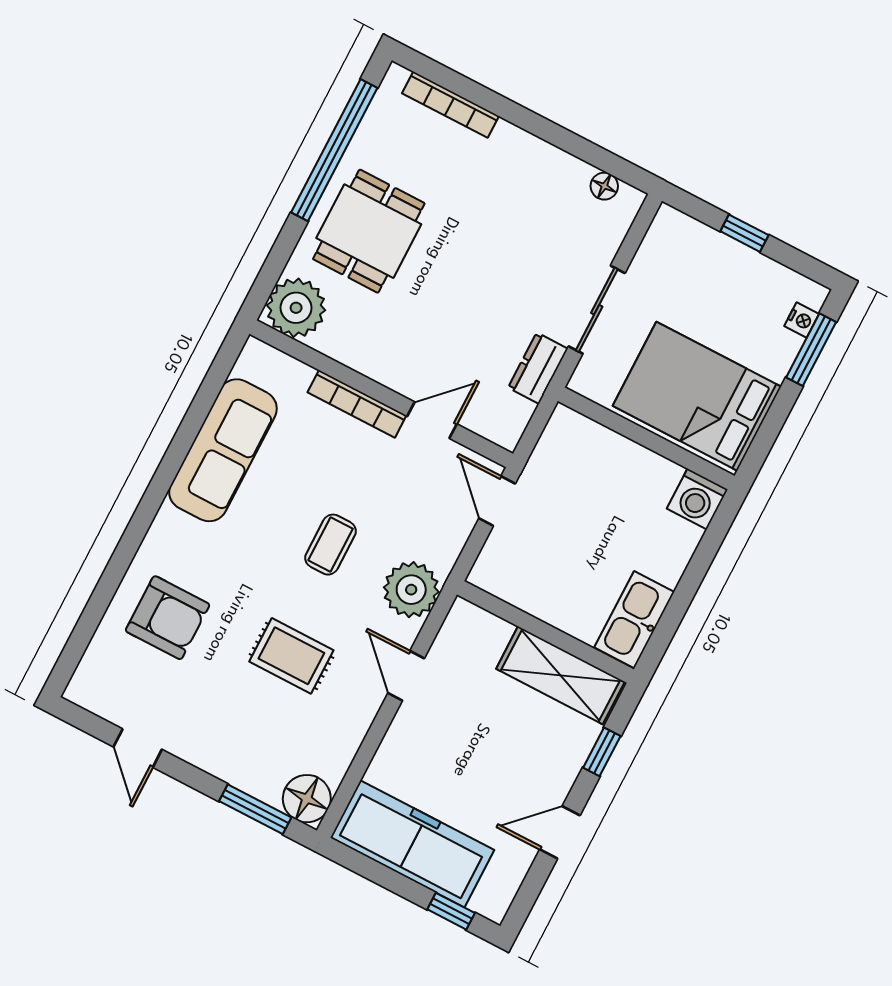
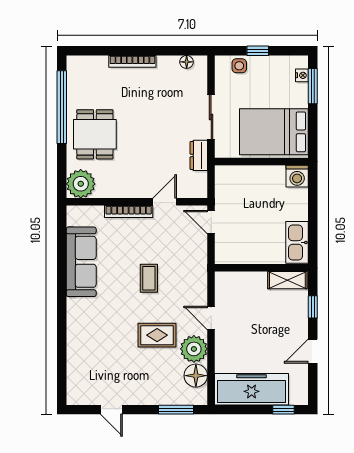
bookcase: (450, 105) -> (132, 61), moved
side table: (697, 243) -> (239, 66), added
plant: (411, 590) -> (194, 349), moved
armchair: (168, 618) -> (95, 347), removed
shelving: (560, 675) -> (287, 280), width x0.67, depth x0.75
floor lamp: (307, 799) -> (196, 376), moved

